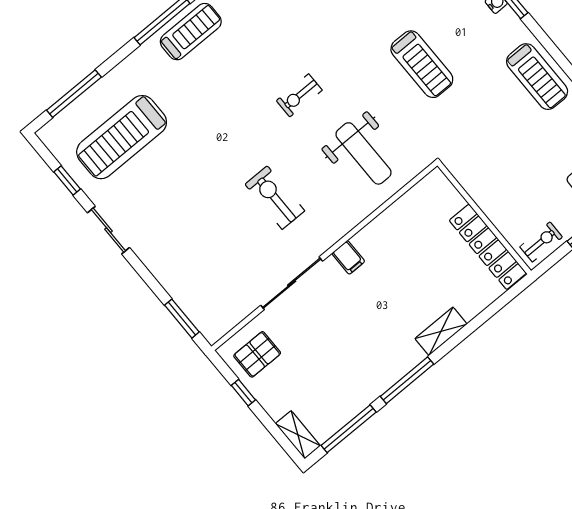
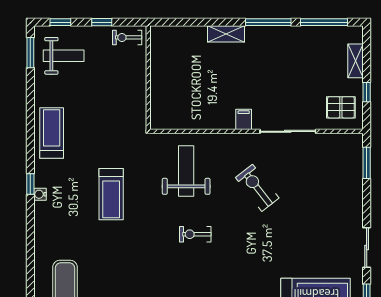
treadmill: (422, 64) -> (111, 194), turned 180
exercise bike: (299, 95) -> (195, 234), turned 180
exercise bike: (275, 198) -> (257, 188), turned 142
locker: (488, 247) -> (160, 60), removed
shelving: (298, 435) -> (356, 61), moved

